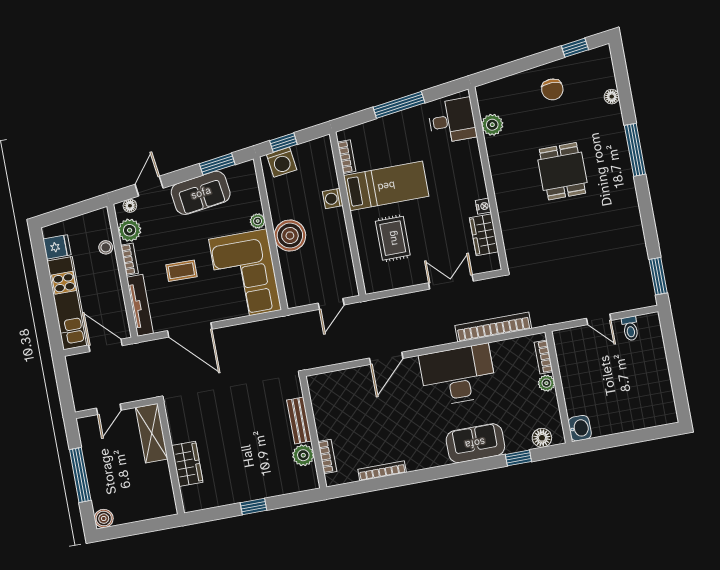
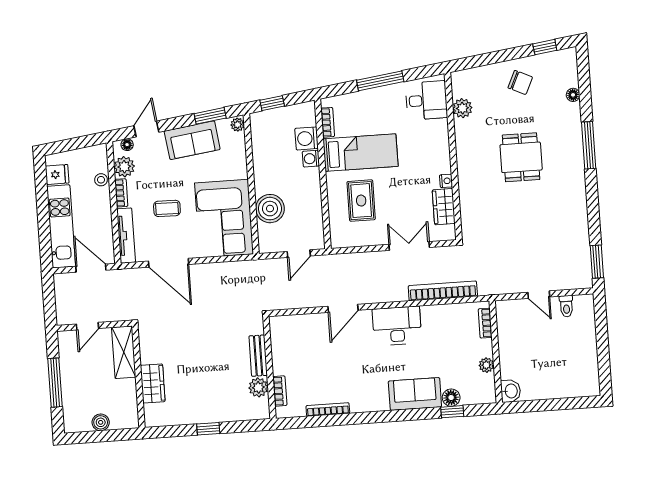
chair: (552, 89) -> (520, 82), turned -65
washing machine: (282, 162) -> (307, 138), moved, turned 98
plant: (258, 221) -> (238, 125), moved
boiler: (290, 236) -> (270, 209), moved
desk: (458, 375) -> (397, 326), width x0.73, depth x0.77
plant: (546, 383) -> (486, 365), moved
floor lamp: (542, 438) -> (451, 398), moved
boiler: (104, 519) -> (101, 422), moved

